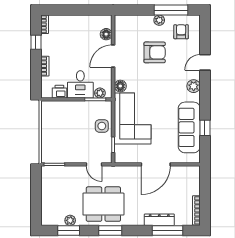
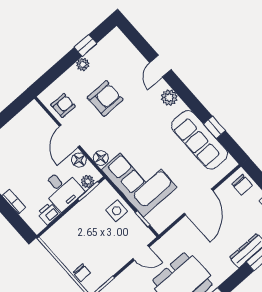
window: (171, 10) -> (85, 45), width x0.46
armchair: (181, 32) -> (63, 105), moved, turned 90
floor lamp: (106, 34) -> (79, 160), moved
chair: (48, 145) -> (82, 273), added
chair: (191, 177) -> (242, 185), added

